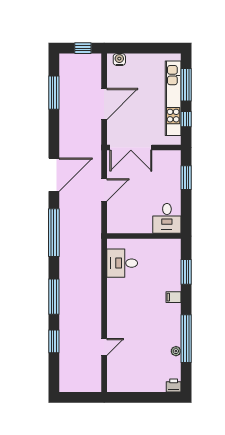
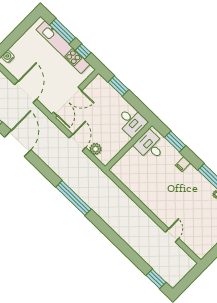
door: (54, 175) -> (18, 143), moved
plant: (114, 211) -> (96, 149), added
desk: (122, 263) -> (150, 146), moved, turned 90
window: (54, 297) -> (112, 236), removed
window: (54, 341) -> (156, 279), moved

